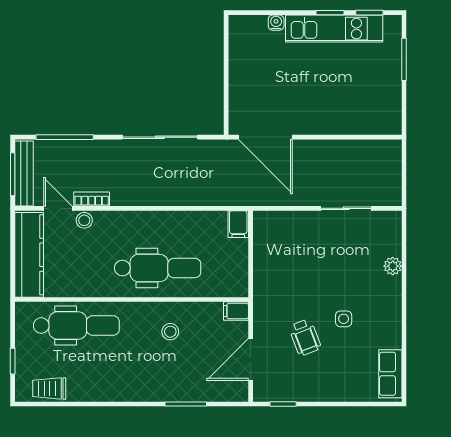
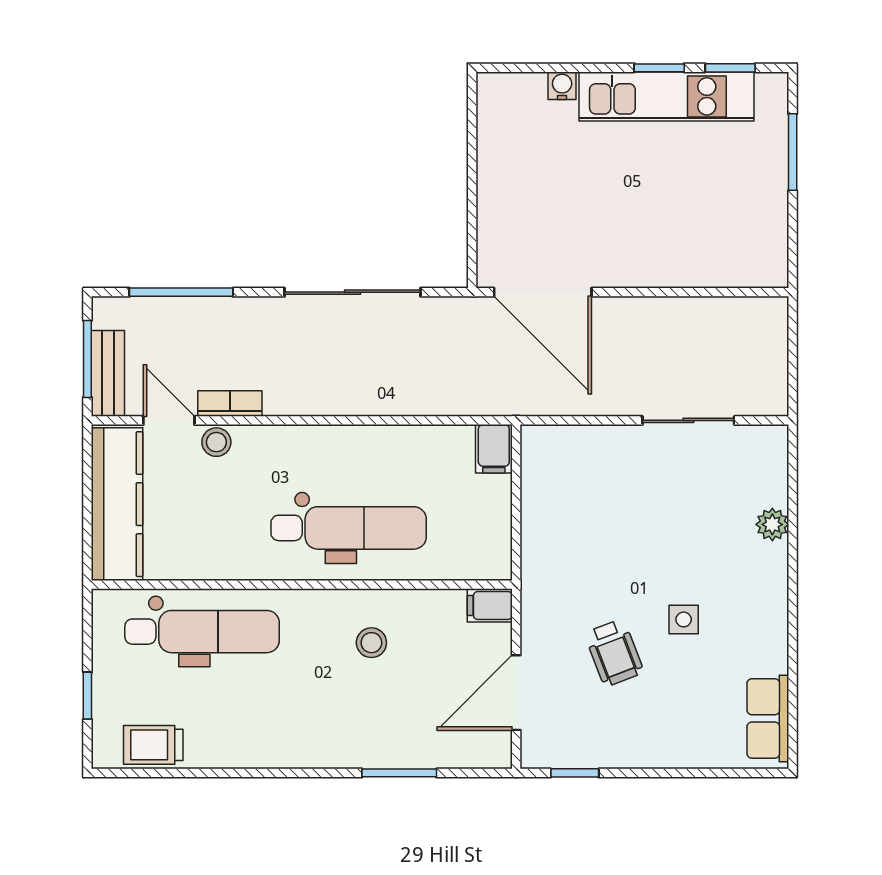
bench: (24, 174) -> (108, 373), width x0.73

